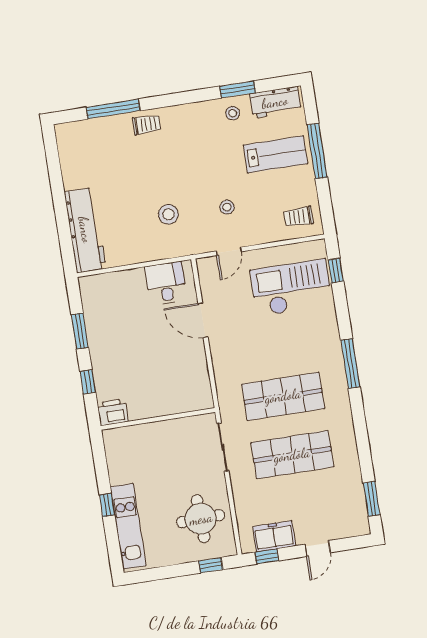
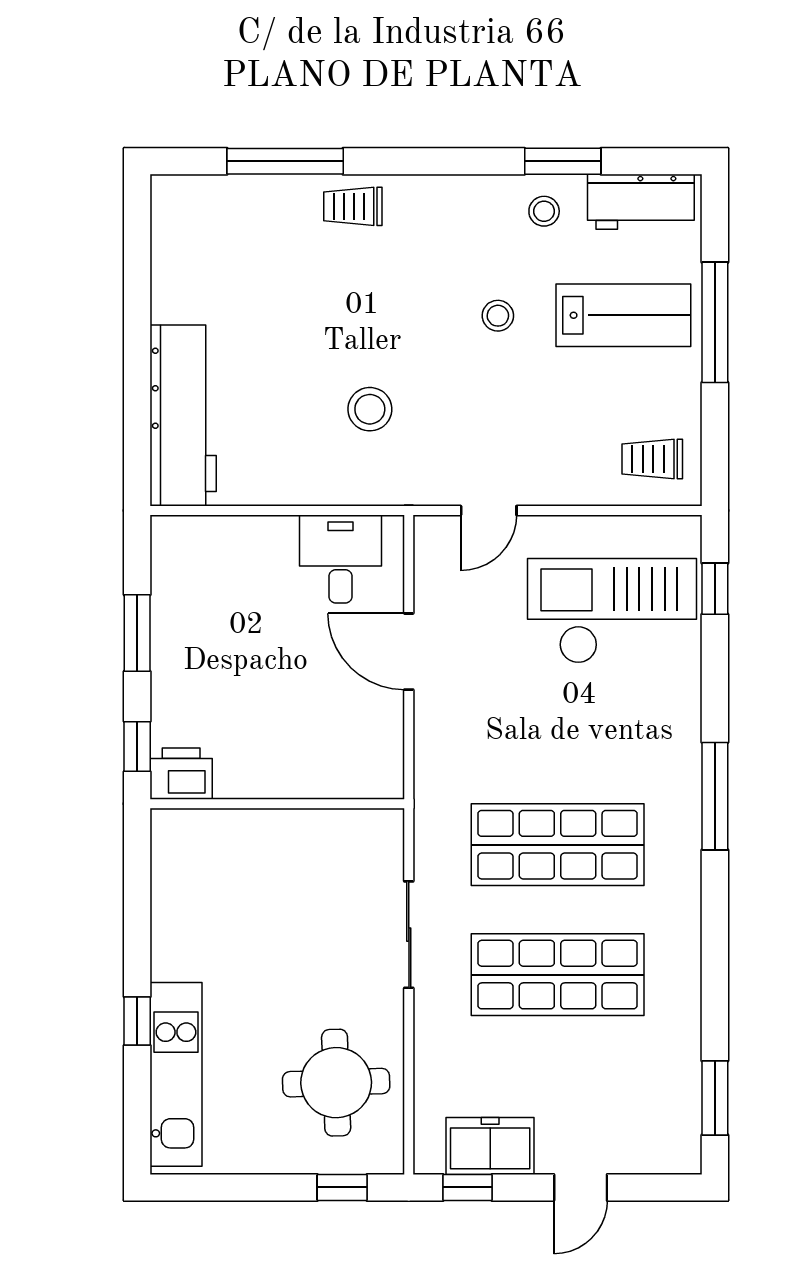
trolley: (147, 125) -> (353, 206), turned 180
stool: (227, 207) -> (498, 316), moved
printer: (113, 412) -> (181, 774), moved
wall: (158, 419) -> (277, 804), moved

